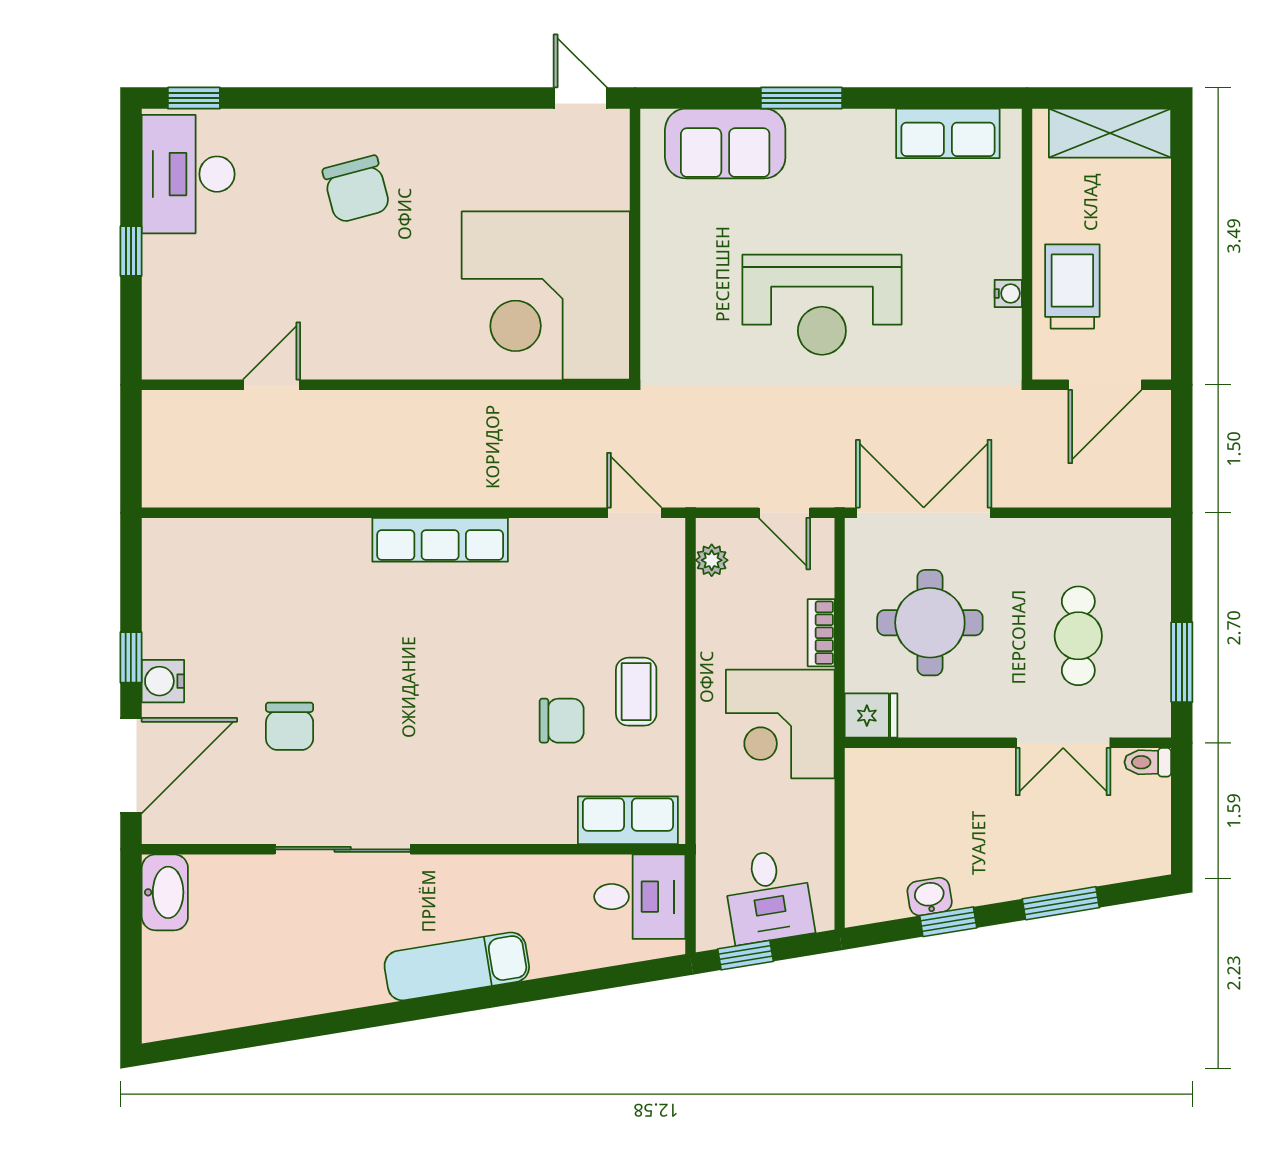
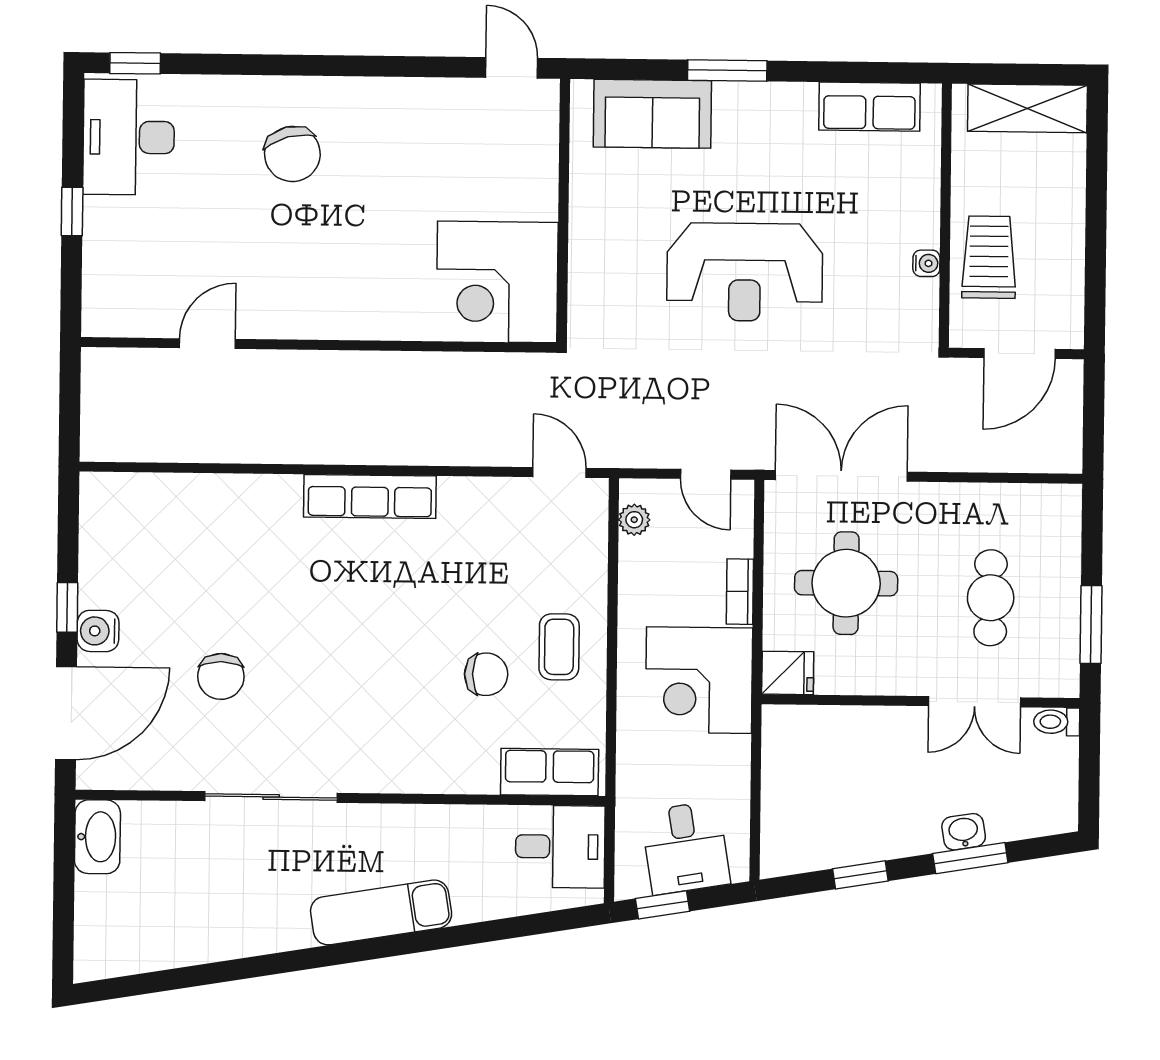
corner desk: (546, 296) -> (497, 282), width x0.74, depth x0.74
washbasin: (930, 897) -> (964, 832), moved

